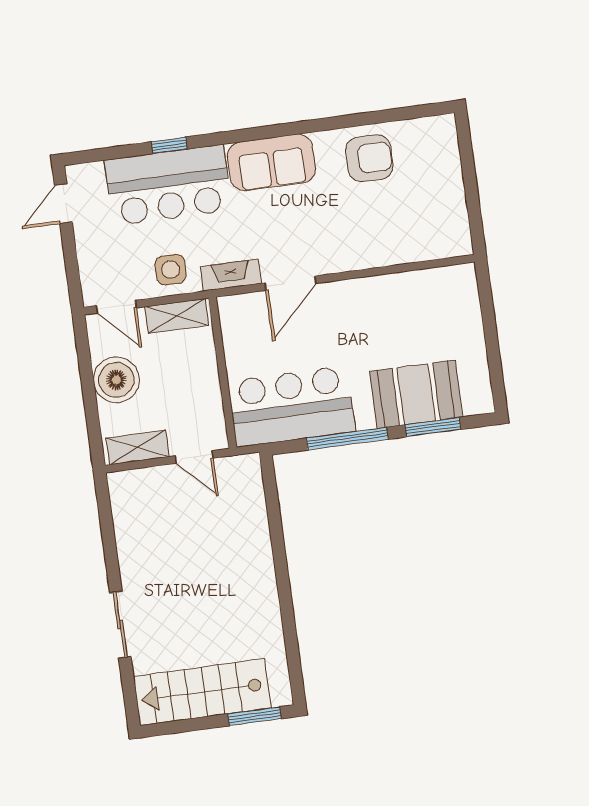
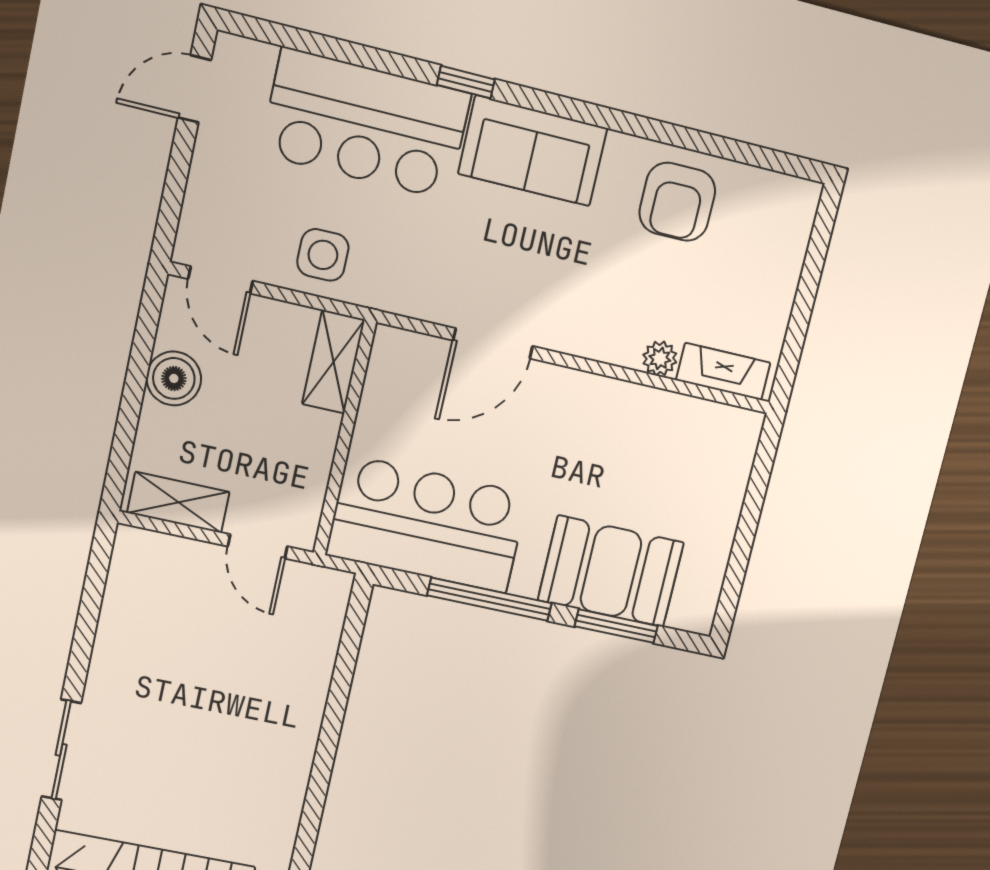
window: (169, 145) -> (466, 82), moved
armchair: (369, 158) -> (677, 202), turned 90
plant: (395, 254) -> (660, 358), added
fireplace: (231, 275) -> (723, 371), moved
shelving: (177, 316) -> (333, 362), moved, turned 90
boiler: (116, 380) -> (174, 378), width x0.73, depth x0.73

